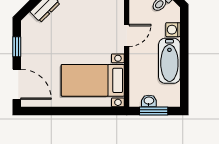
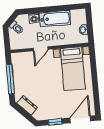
door: (127, 35) -> (41, 49), swing flipped
window: (154, 111) -> (90, 26), removed

